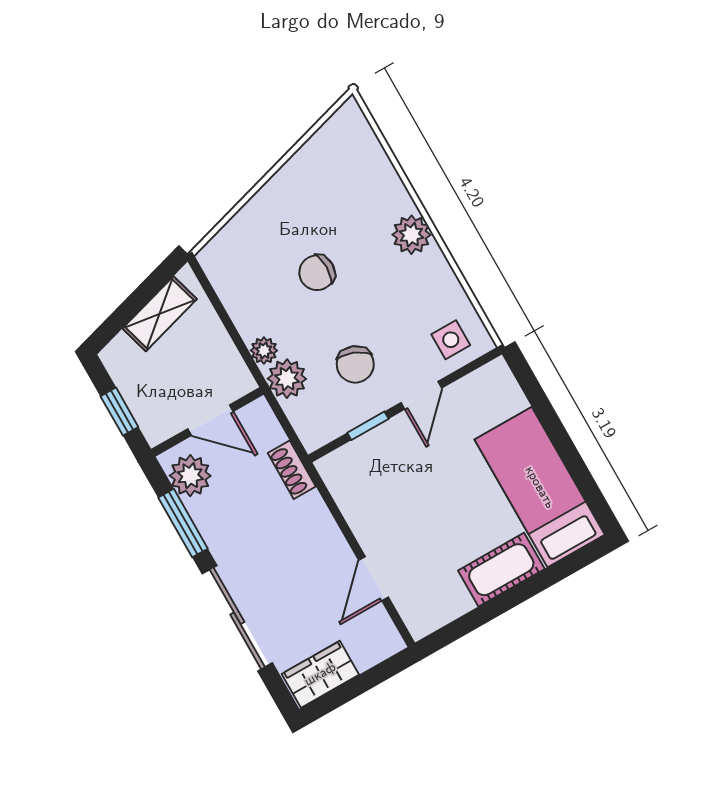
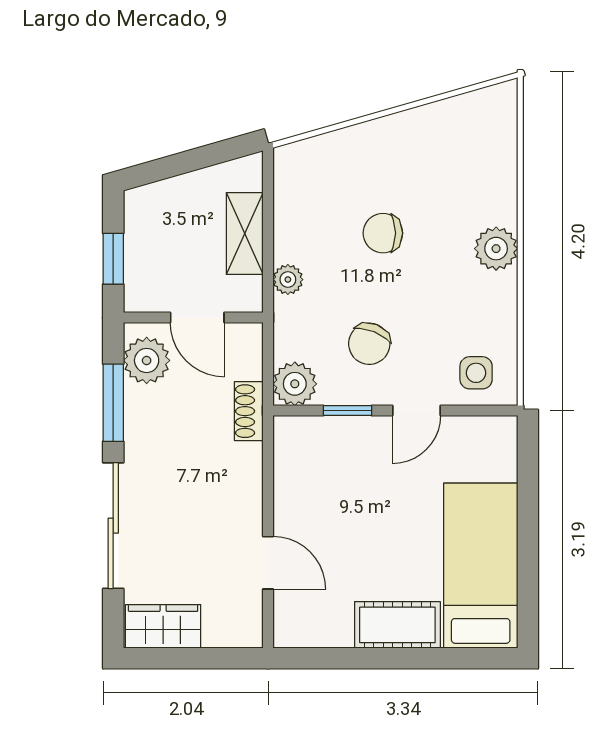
shelving: (160, 314) -> (245, 234), moved, turned -74
plant: (287, 379) -> (295, 384), moved
door: (374, 579) -> (268, 563), swing flipped

